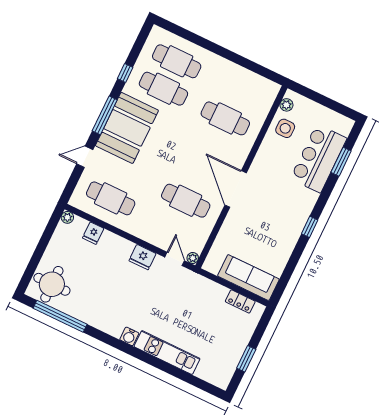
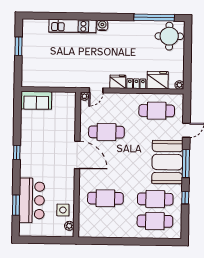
fridge: (93, 233) -> (158, 80), width x1.88, depth x1.34
door: (175, 259) -> (96, 90), hinge flipped
sofa: (248, 278) -> (36, 100), width x0.73
locker: (240, 301) -> (136, 84), moved

